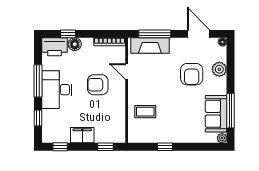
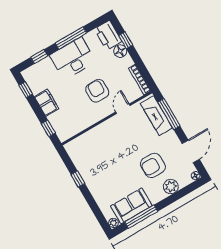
coffee table: (145, 112) -> (98, 145), removed

